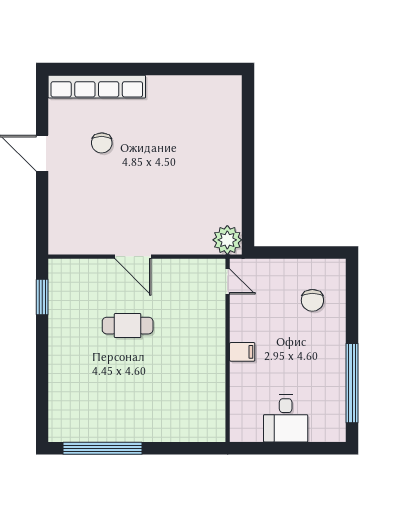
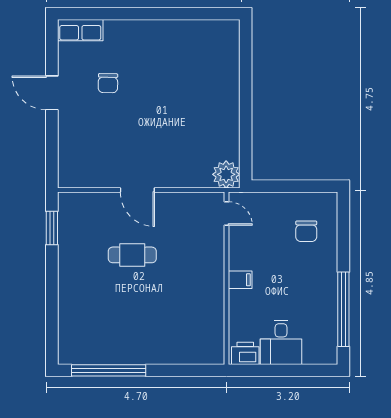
row of seats: (97, 87) -> (80, 30), width x0.50
printer: (248, 430) -> (245, 353), added

